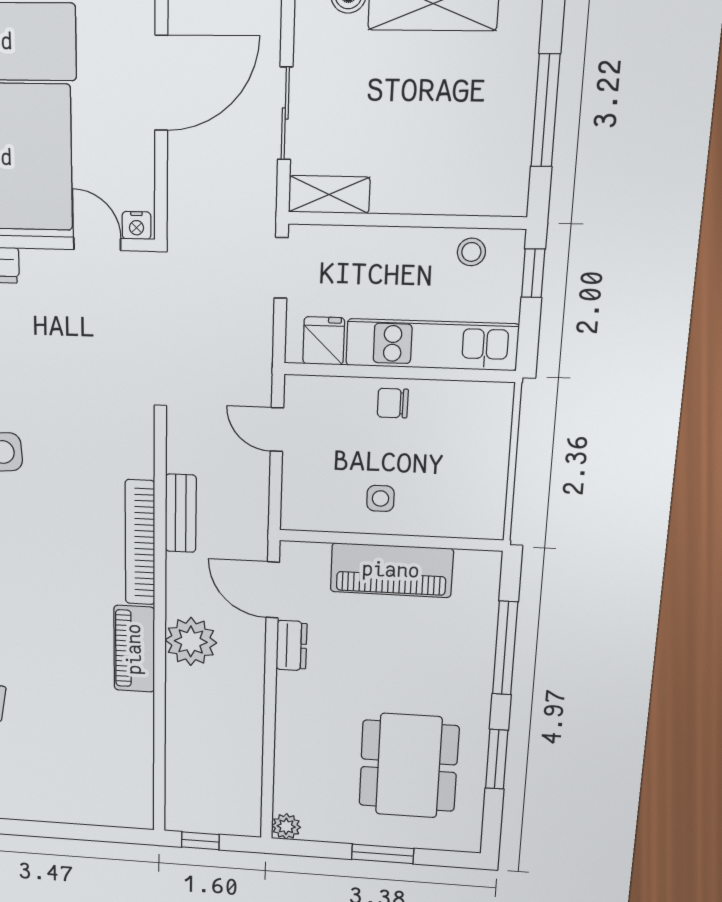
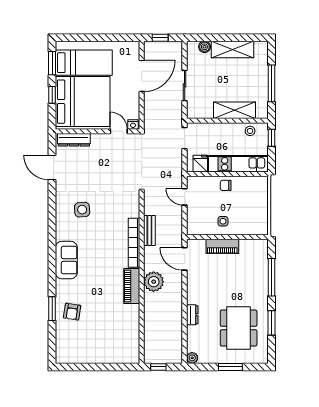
shelving: (329, 195) -> (234, 110), moved, width x1.50, depth x1.33
piano: (391, 570) -> (222, 246), width x0.73, depth x0.75
dresser: (291, 646) -> (192, 315), moved

